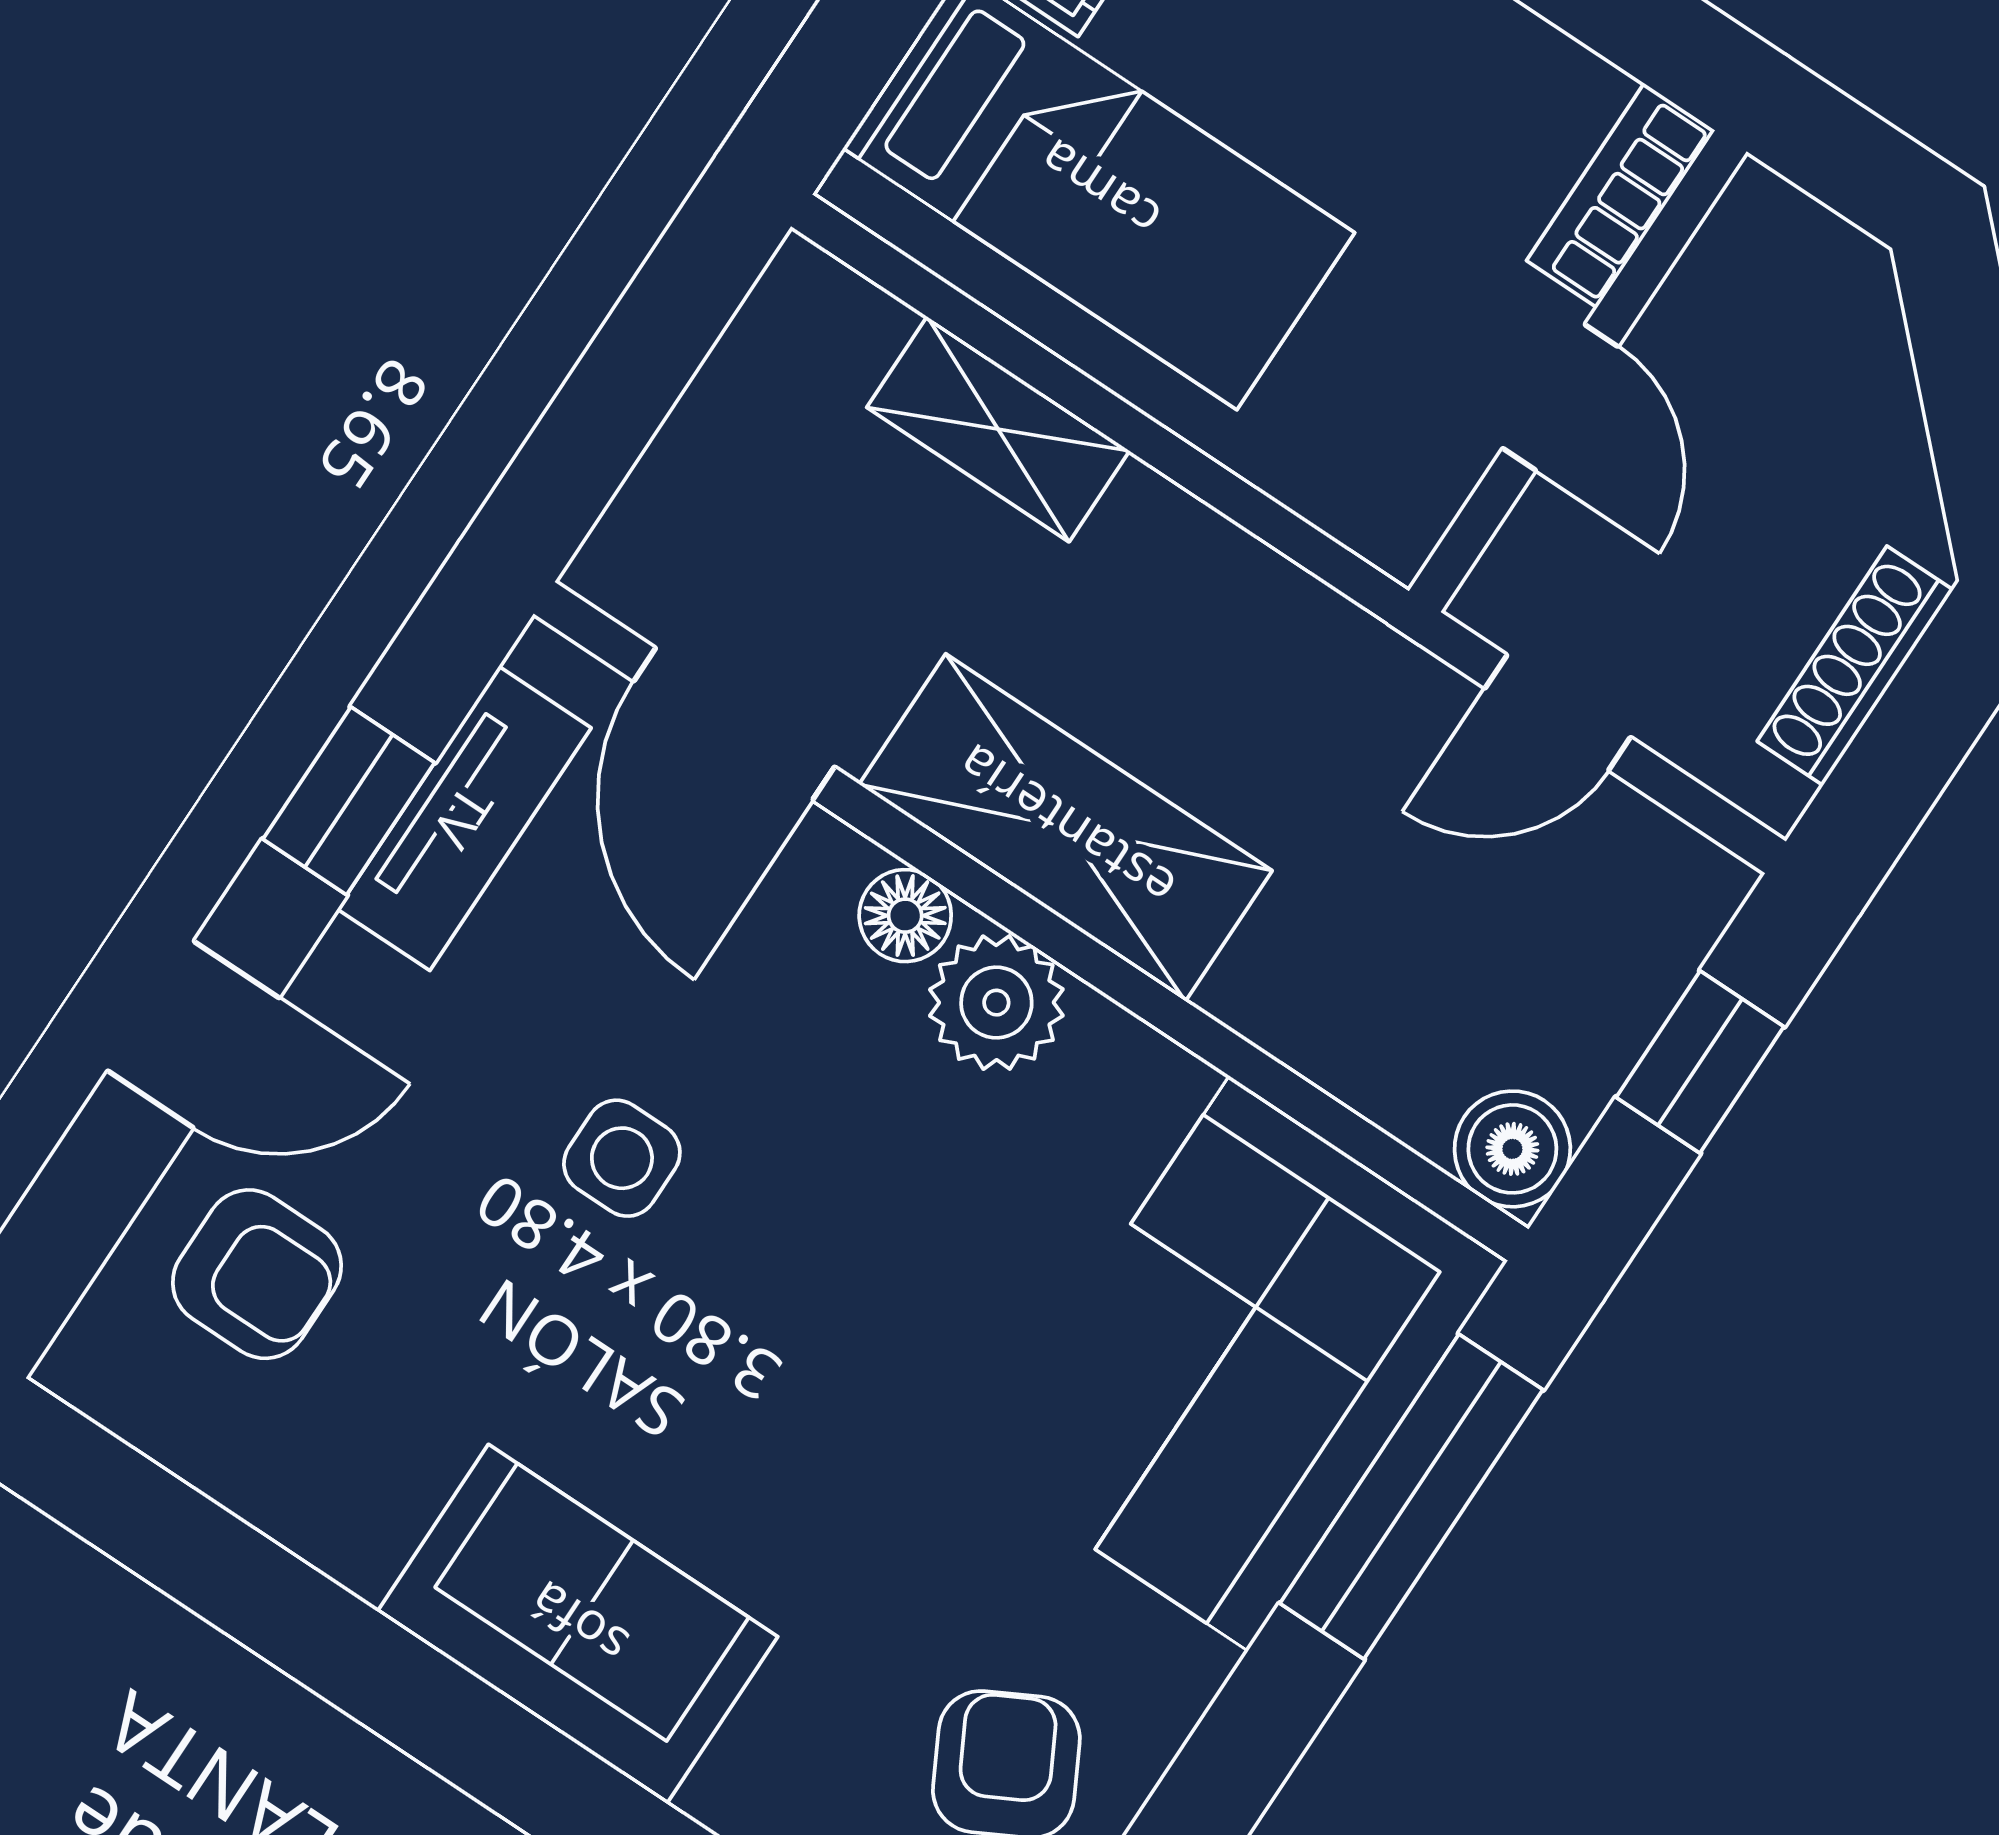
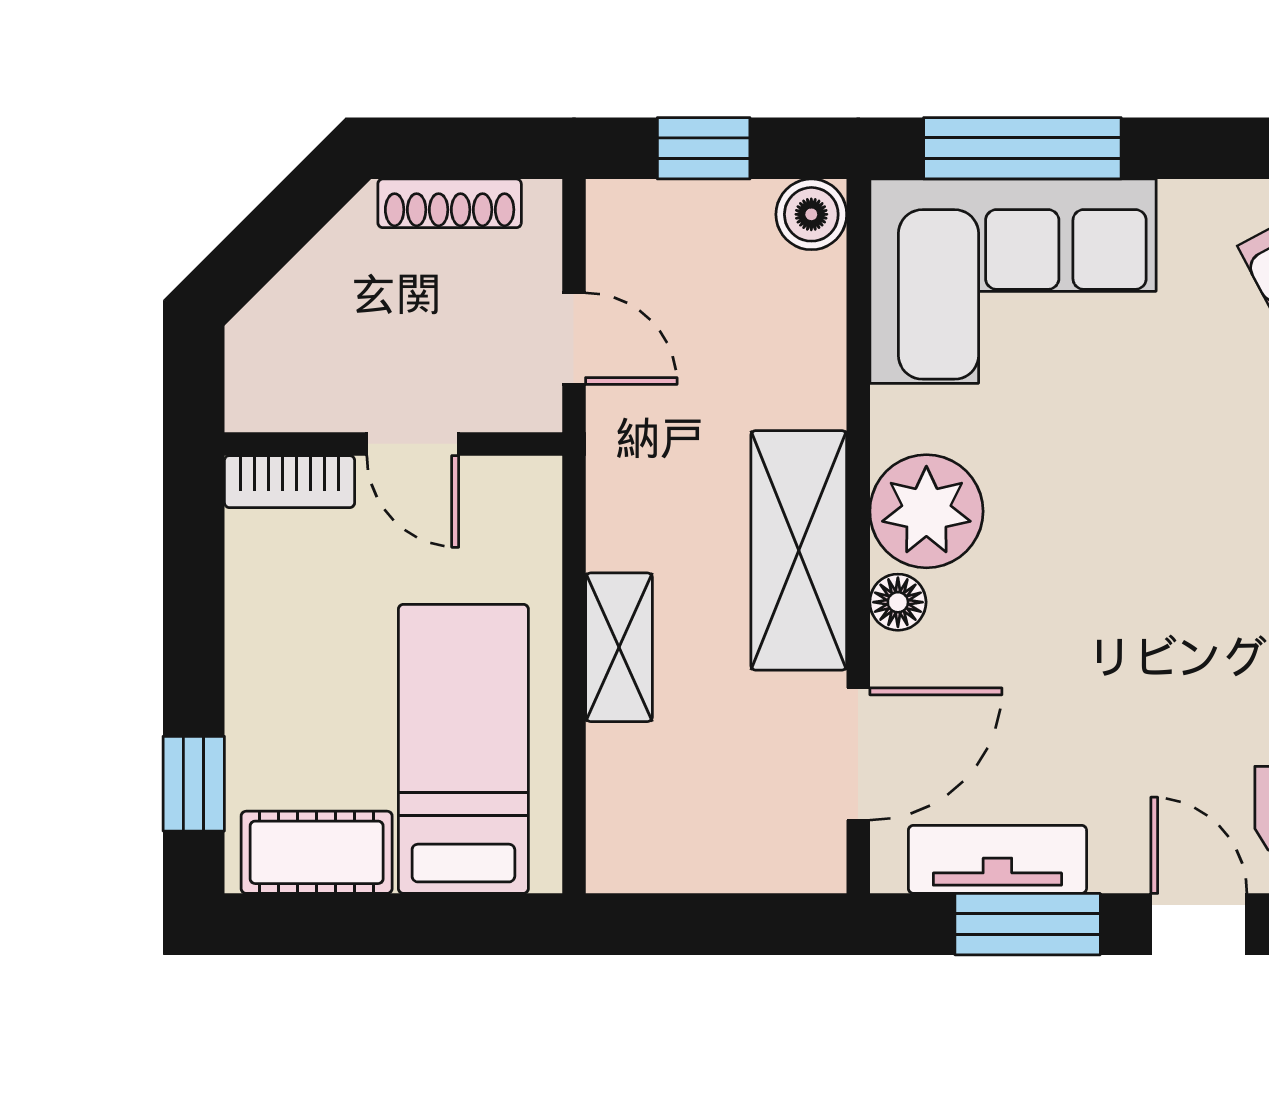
door: (1560, 397) -> (413, 444), swing flipped
shelving: (998, 429) -> (619, 647), moved
window: (349, 801) -> (1028, 924), width x1.50
plant: (996, 1003) -> (926, 511), width x1.36, depth x1.36
side table: (622, 1158) -> (1117, 664), removed

